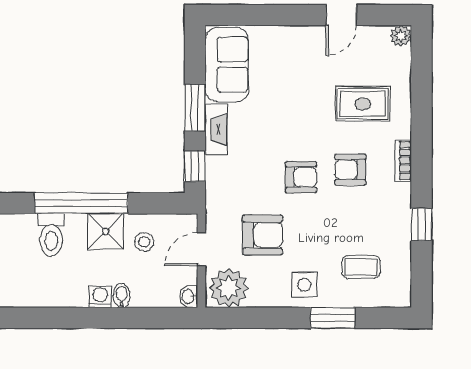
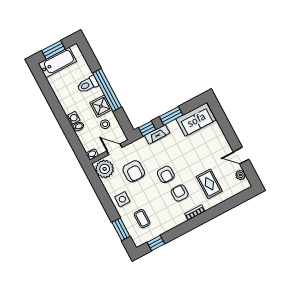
plant: (401, 36) -> (240, 175), moved
fireplace: (216, 129) -> (157, 134), moved
window: (421, 225) -> (156, 243), moved
window: (333, 318) -> (121, 229), moved

